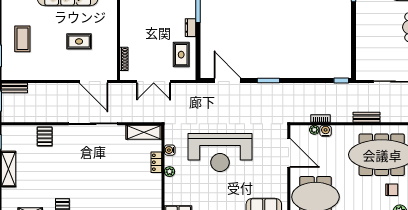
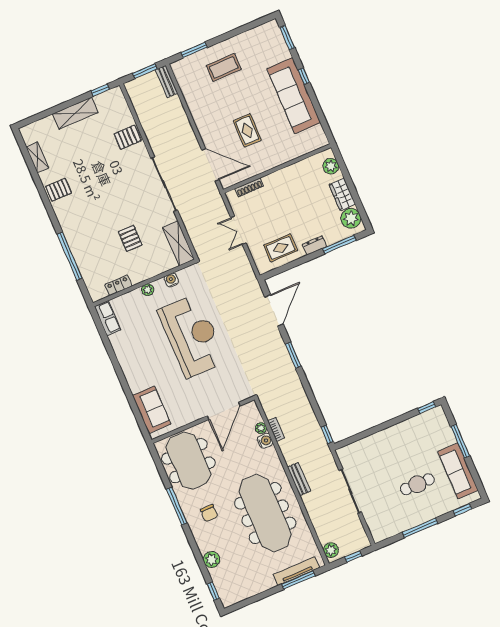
door: (94, 81) -> (210, 165), swing flipped
double door: (154, 81) -> (238, 230), width x0.73
reception desk: (220, 153) -> (192, 336), turned 180
locker: (156, 162) -> (118, 285), moved
pallet: (124, 168) -> (130, 238), added
chair: (392, 190) -> (209, 513), moved

